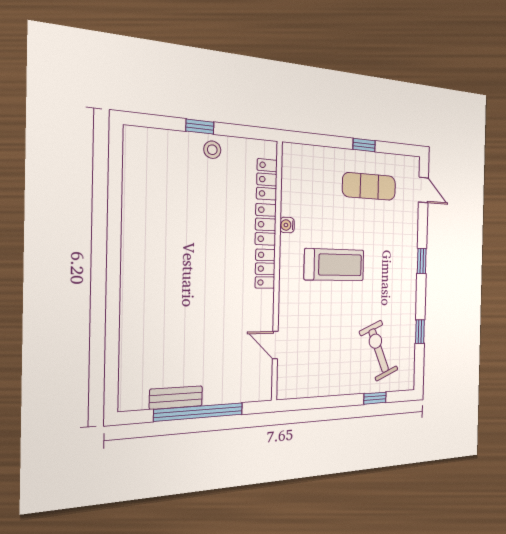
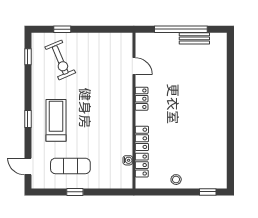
window: (200, 127) -> (208, 192), moved
water cooler: (287, 225) -> (128, 160), moved
treadmill: (334, 265) -> (56, 120), moved, turned 90
locker: (265, 269) -> (142, 99), moved
window: (420, 332) -> (28, 57), moved

